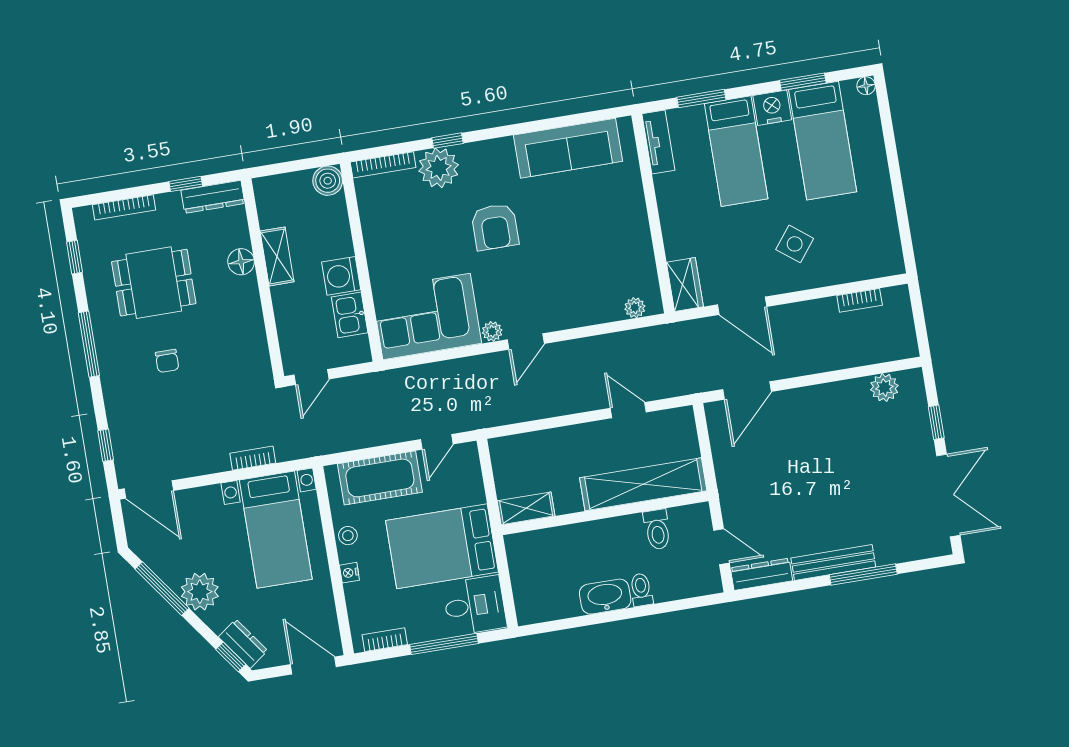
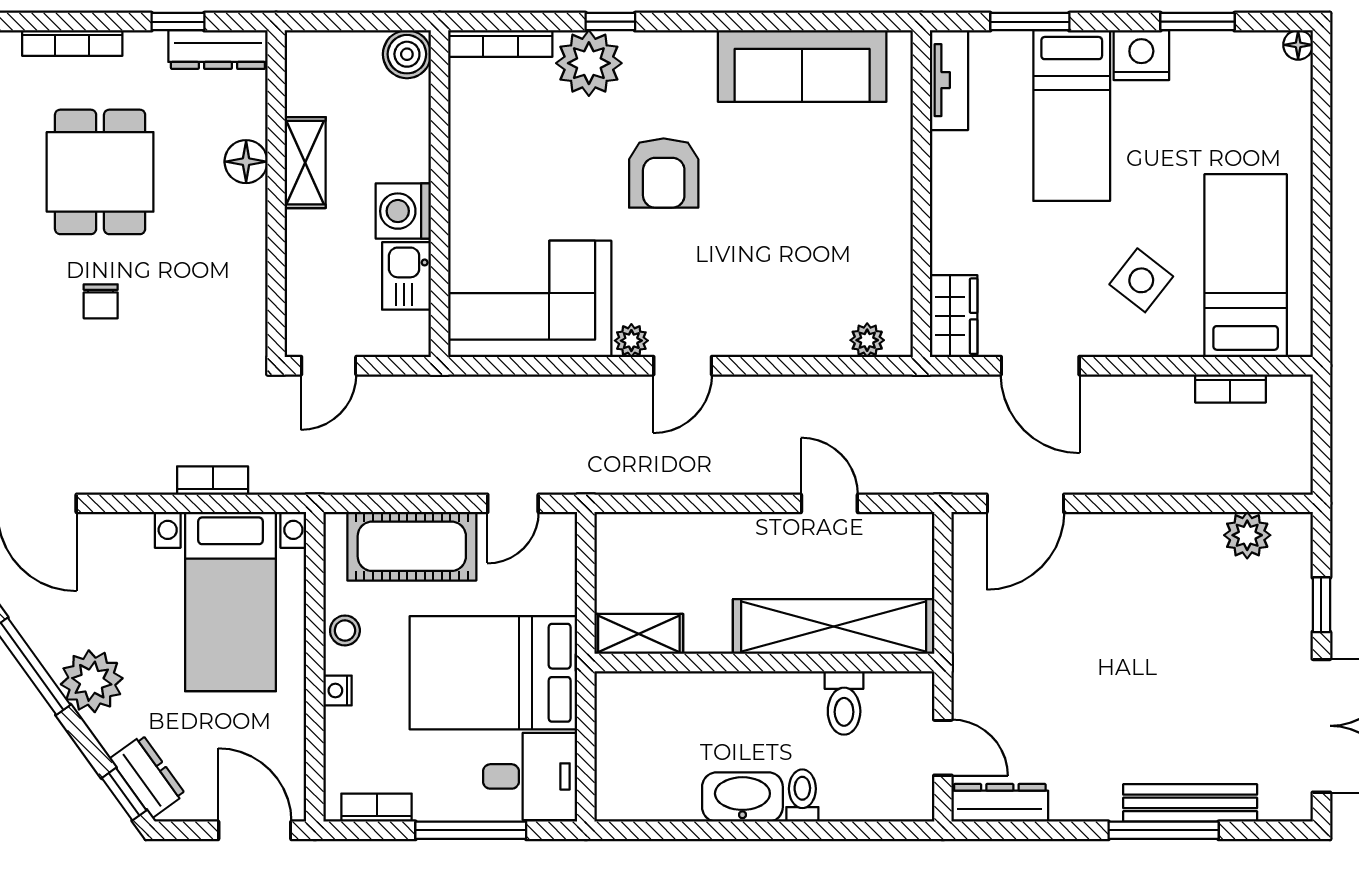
bed: (823, 141) -> (1246, 266), moved, turned 180
dining table: (154, 283) -> (100, 172), turned 90
bench: (833, 562) -> (1190, 803), moved

